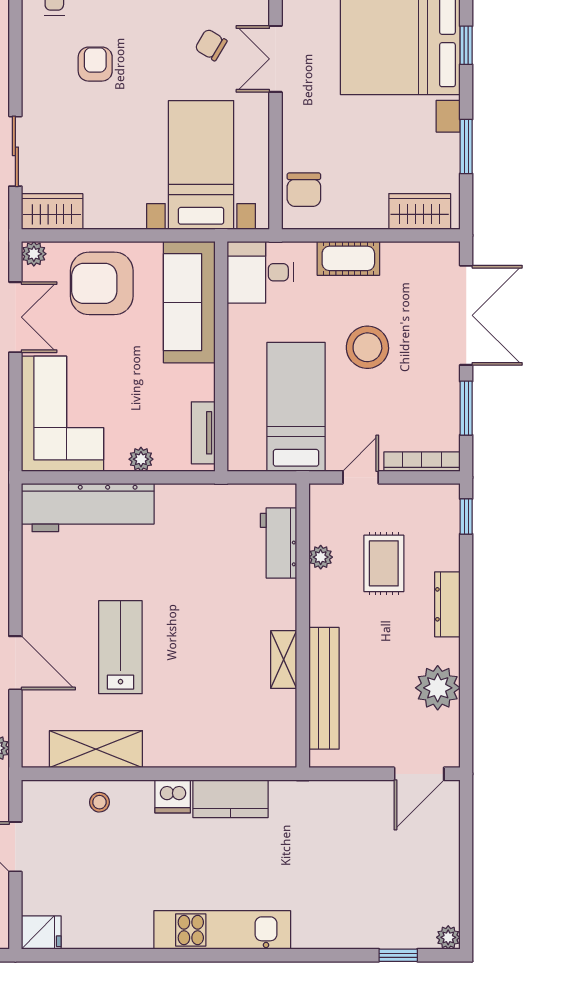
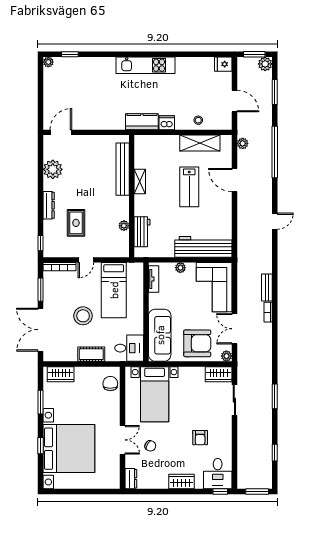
workbench: (279, 543) -> (142, 232), moved
plant: (321, 557) -> (124, 226), moved
wall: (303, 626) -> (132, 196), moved
shelving: (284, 660) -> (140, 182), moved
bench: (324, 688) -> (123, 169), moved

